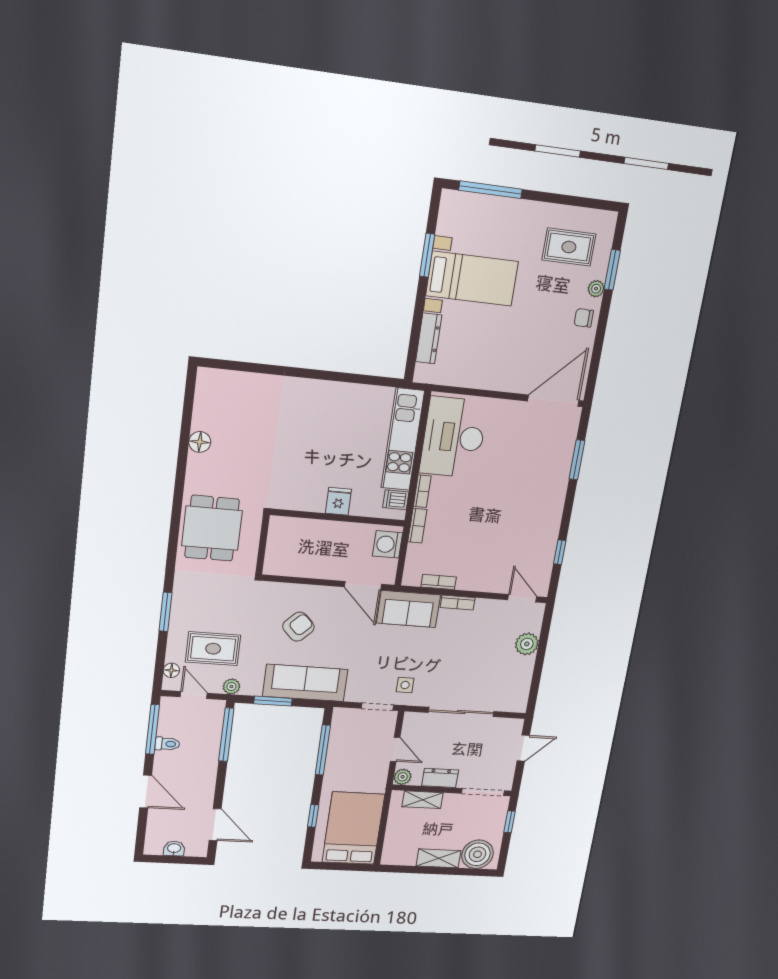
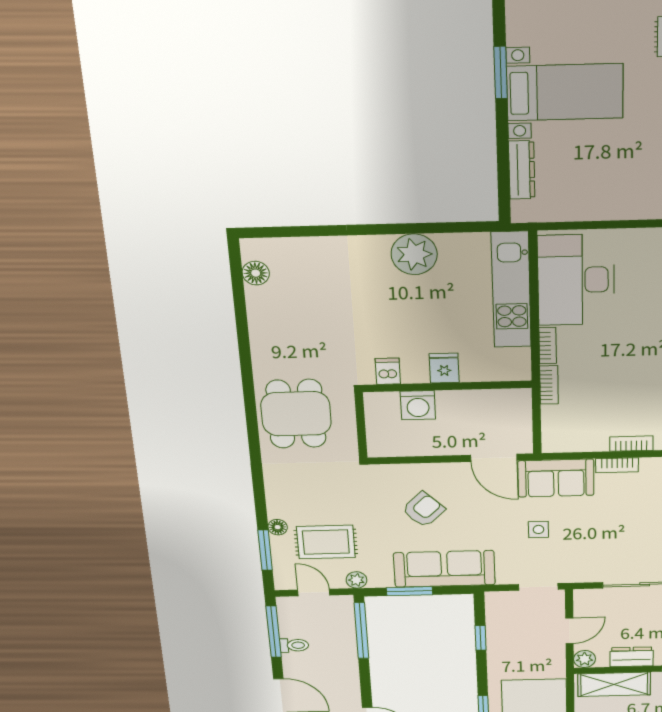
plant: (333, 399) -> (414, 254), added
floor lamp: (200, 442) -> (256, 273), moved
dishwasher: (396, 500) -> (388, 371), moved, turned 90
washing machine: (388, 544) -> (418, 405), moved, turned -90
bookcase: (439, 582) -> (631, 444), moved
window: (165, 612) -> (265, 550), moved
floor lamp: (171, 670) -> (278, 527), moved
side table: (405, 685) -> (538, 529), moved
door: (395, 749) -> (569, 631), hinge flipped
window: (323, 750) -> (481, 638), width x0.46
shelving: (423, 800) -> (614, 684), width x1.50, depth x1.33

